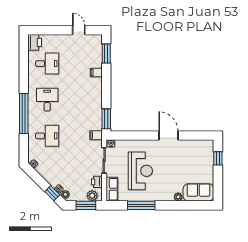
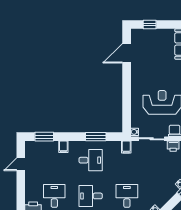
desk: (83, 100) -> (91, 160), added
window: (106, 119) -> (96, 137), moved
door: (168, 135) -> (127, 53), moved

